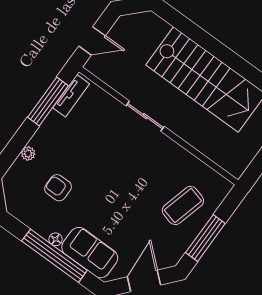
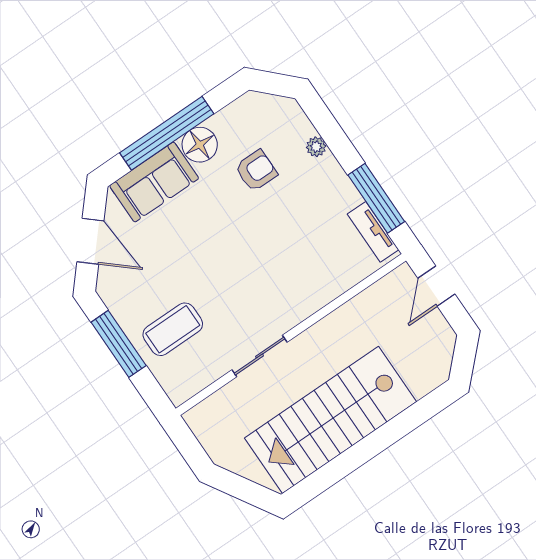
sliding door: (145, 116) -> (260, 356), moved
coffee table: (183, 205) -> (173, 329), turned 75
floor lamp: (55, 239) -> (200, 145), width x1.89, depth x1.89

